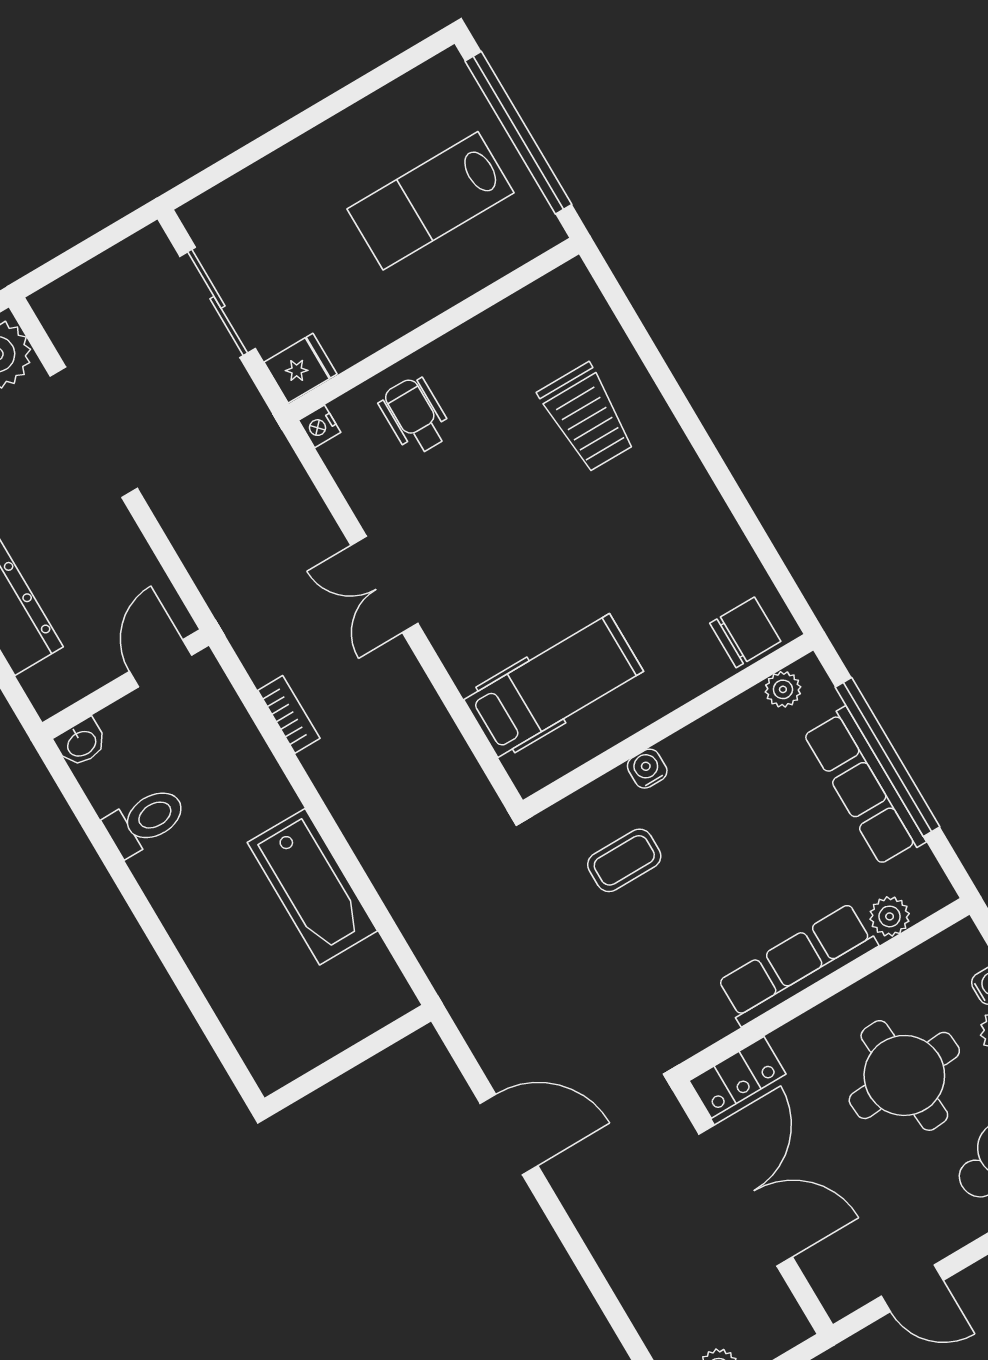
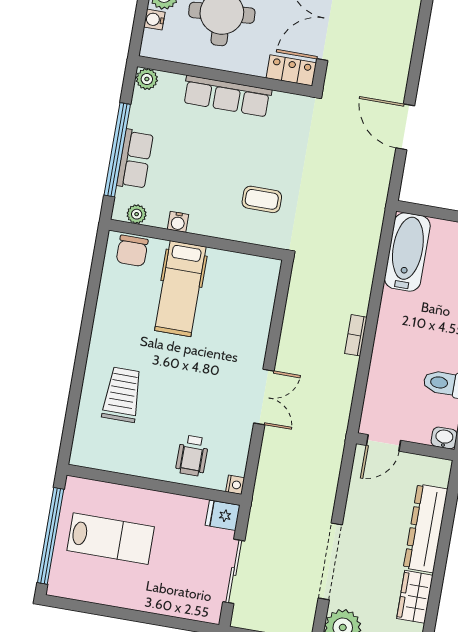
chair: (745, 632) -> (132, 251), turned -90
hospital bed: (554, 686) -> (180, 289), moved, turned -90
bookcase: (289, 714) -> (356, 335), moved
water cooler: (647, 769) -> (178, 222), moved
row of seats: (864, 787) -> (135, 159), width x0.68
bathtub: (312, 887) -> (407, 252), moved
plant: (890, 916) -> (147, 79), moved

